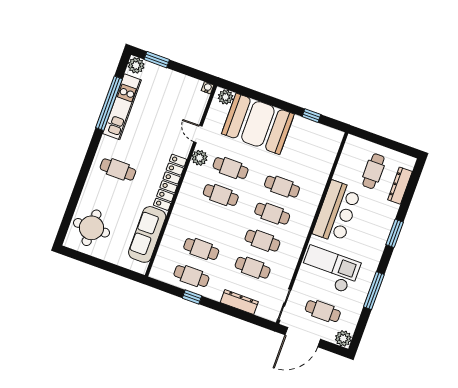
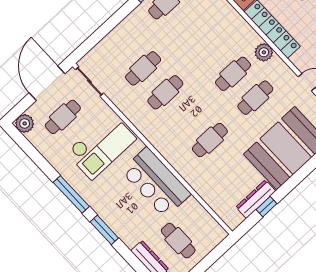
plant: (200, 158) -> (264, 52), moved
cafe table: (272, 214) -> (188, 116), removed
cafe table: (201, 249) -> (189, 26), removed
window: (374, 291) -> (71, 194), moved
dresser: (239, 302) -> (256, 199), moved, turned 180

